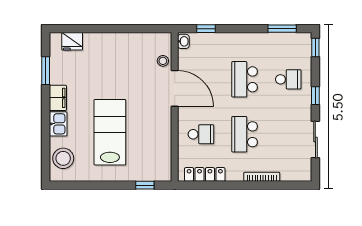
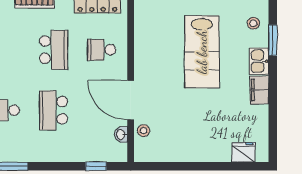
washbasin: (183, 41) -> (121, 134), moved
window: (46, 71) -> (273, 40), moved
school desk: (245, 79) -> (54, 110), turned 180
stool: (63, 158) -> (253, 23), width x0.53, depth x0.53

